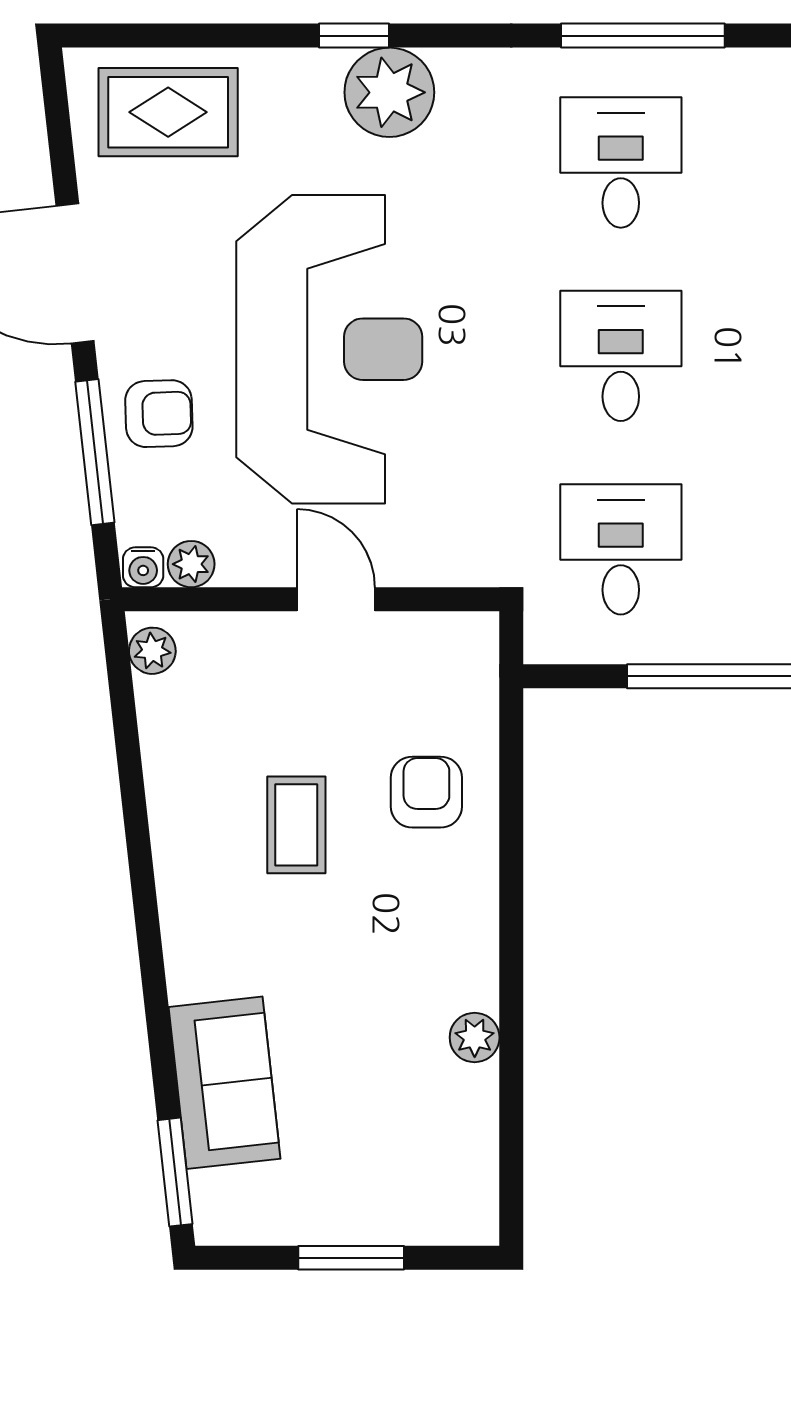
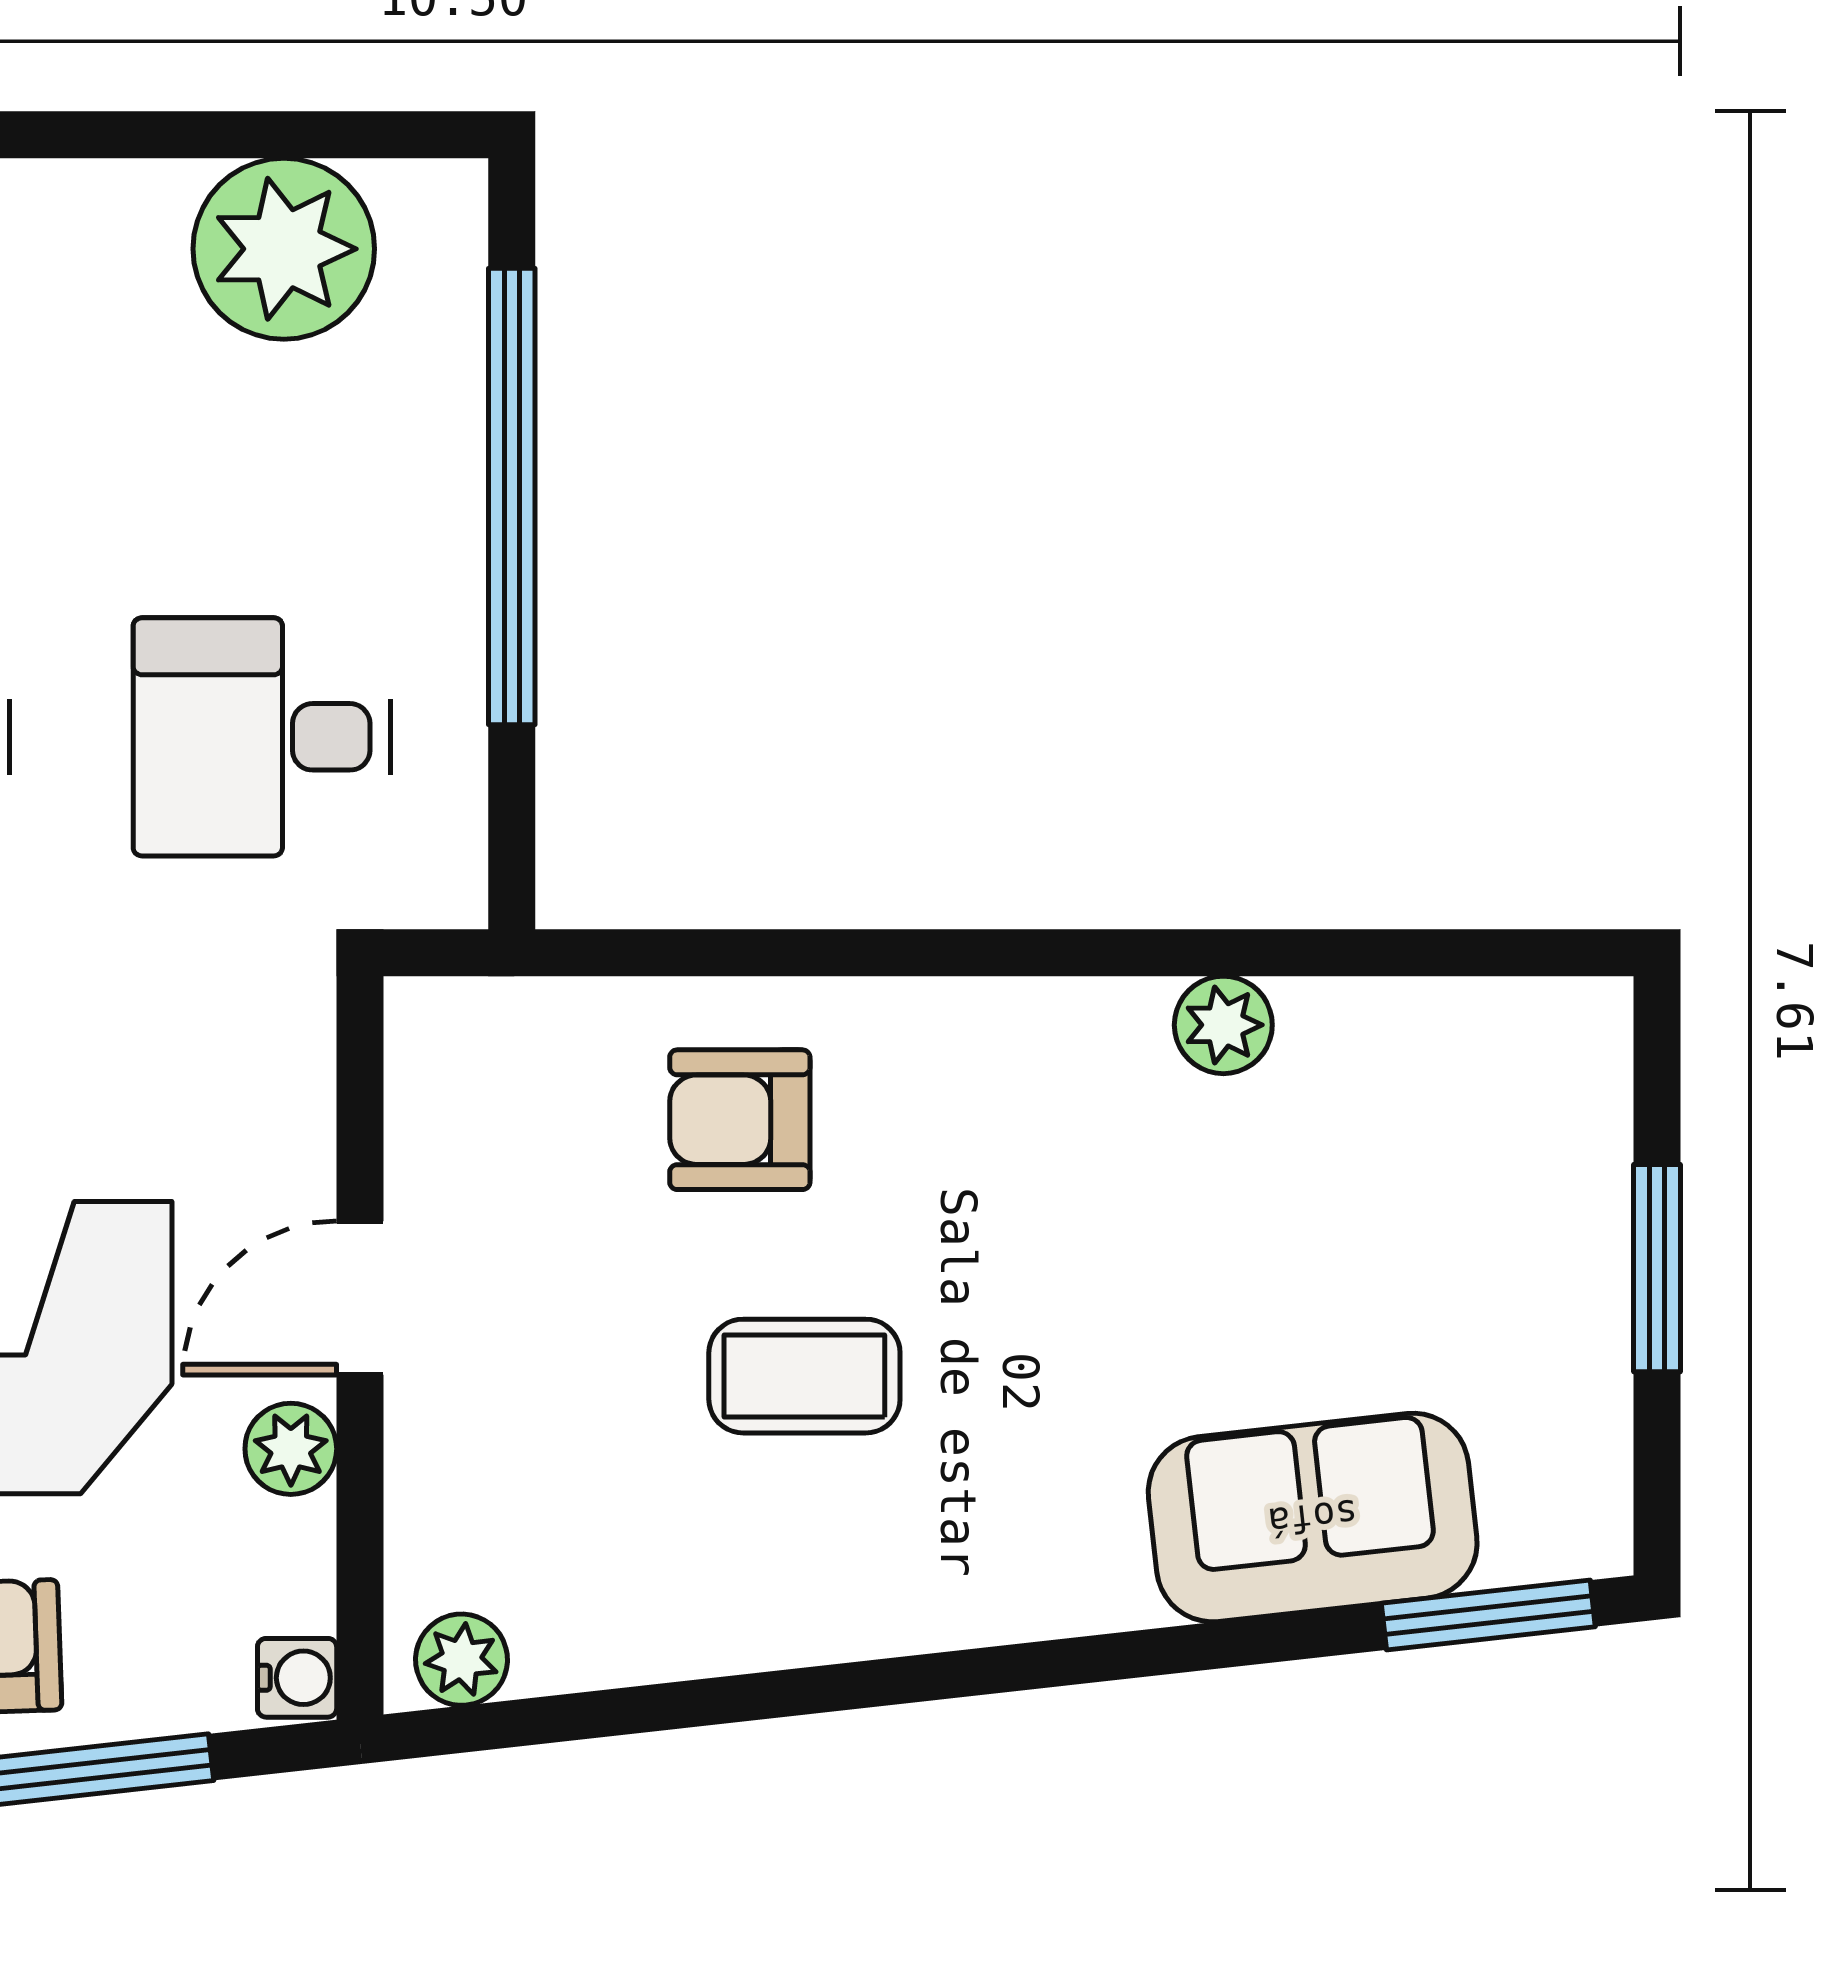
plant: (191, 564) -> (291, 1449), moved

